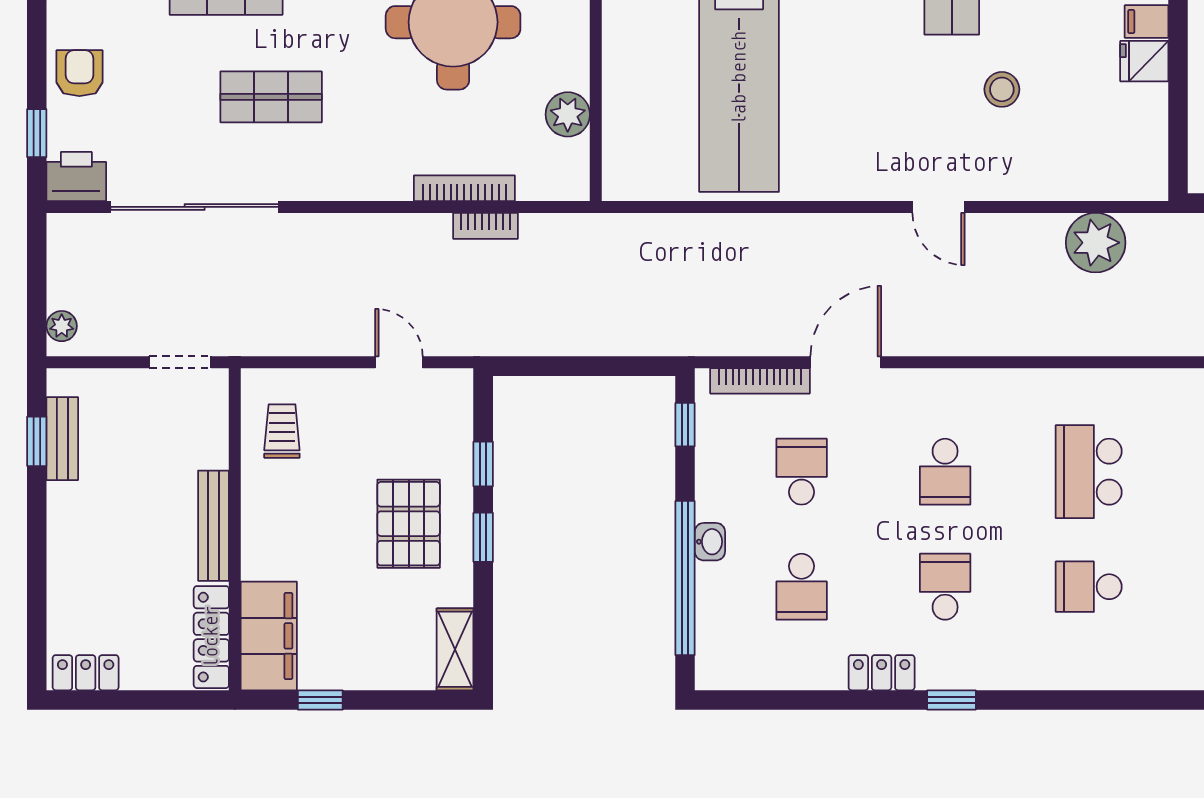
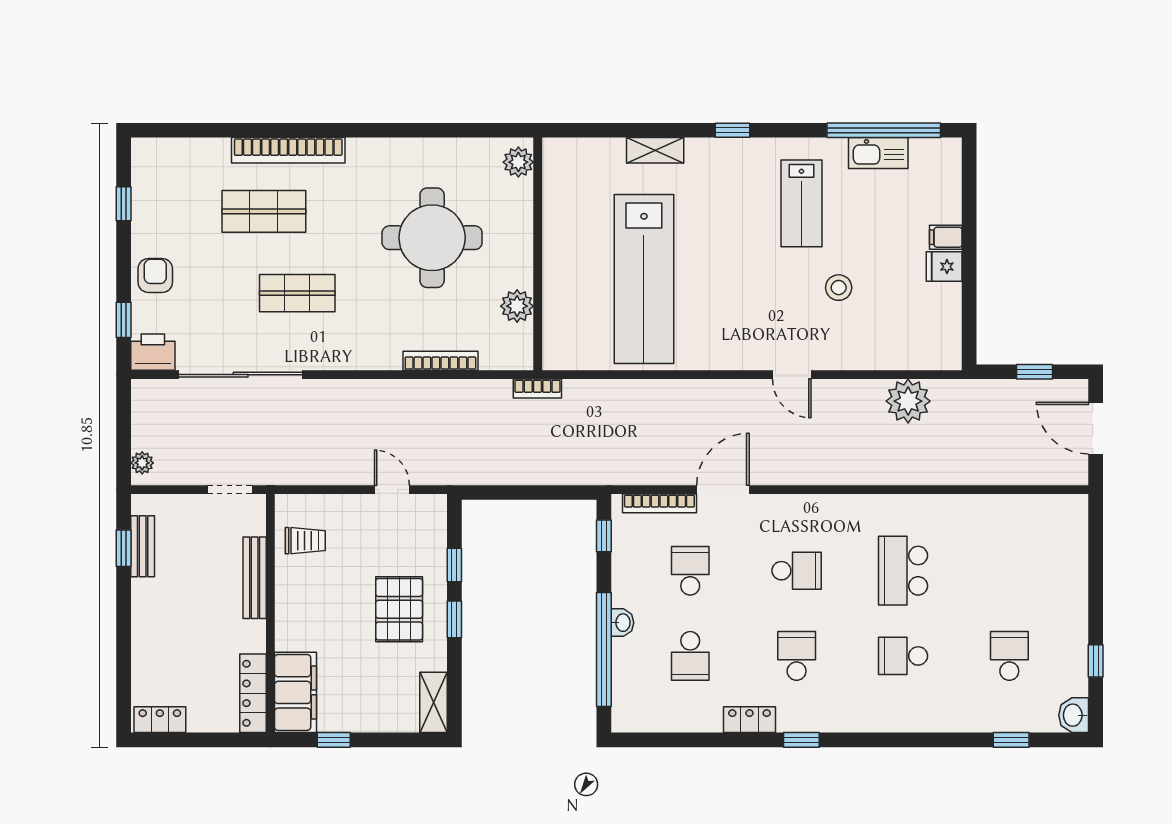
bookcase: (486, 226) -> (537, 389), moved
trolley: (282, 431) -> (305, 541), turned 90
school desk: (945, 472) -> (797, 571), turned -90
bench: (213, 526) -> (255, 578), moved

